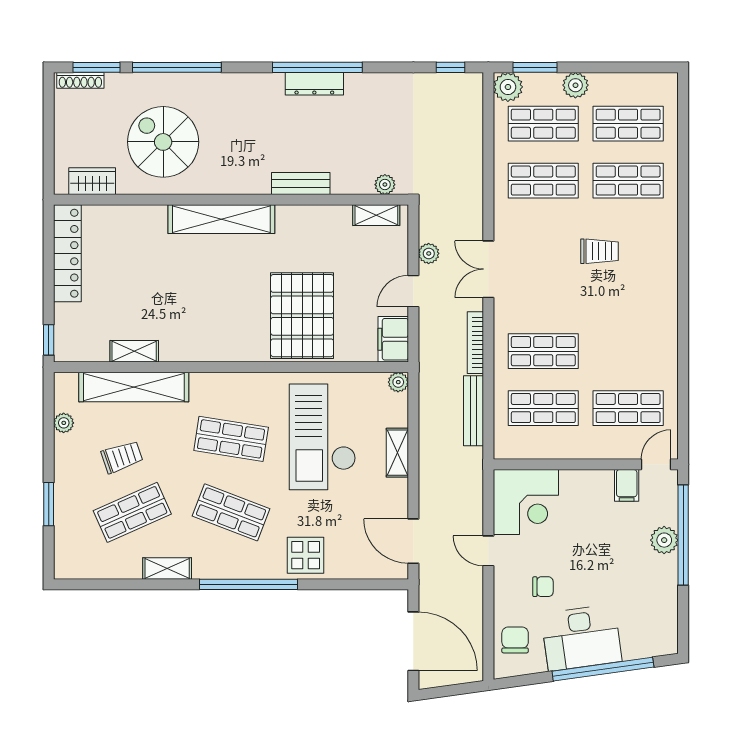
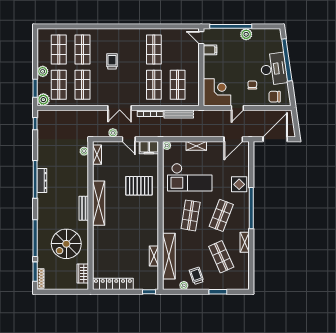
bench: (301, 184) -> (84, 208), moved
shelving: (221, 219) -> (99, 203), moved
pallet: (302, 316) -> (139, 186), width x0.73, depth x0.71
shop shelf: (628, 408) -> (154, 49), moved
trolley: (122, 457) -> (196, 276), moved
plant: (664, 540) -> (246, 34), moved

